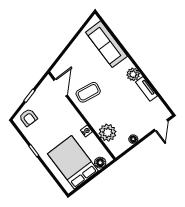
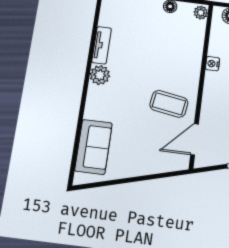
sofa: (106, 44) -> (93, 147), width x0.73
plant: (108, 133) -> (201, 13), moved, width x0.53, depth x0.53

